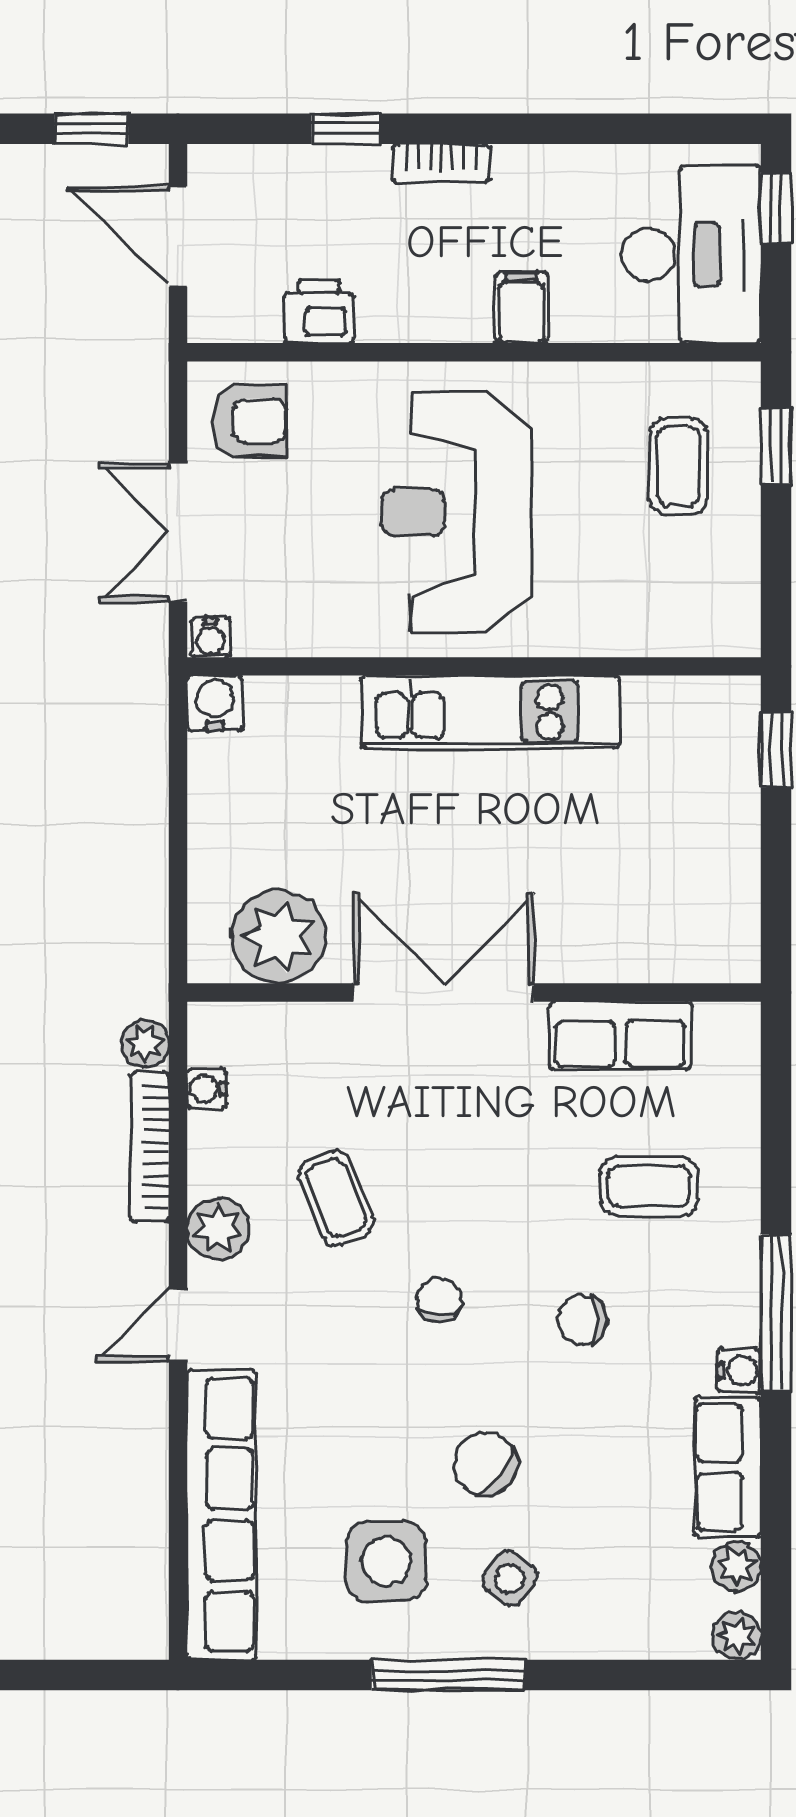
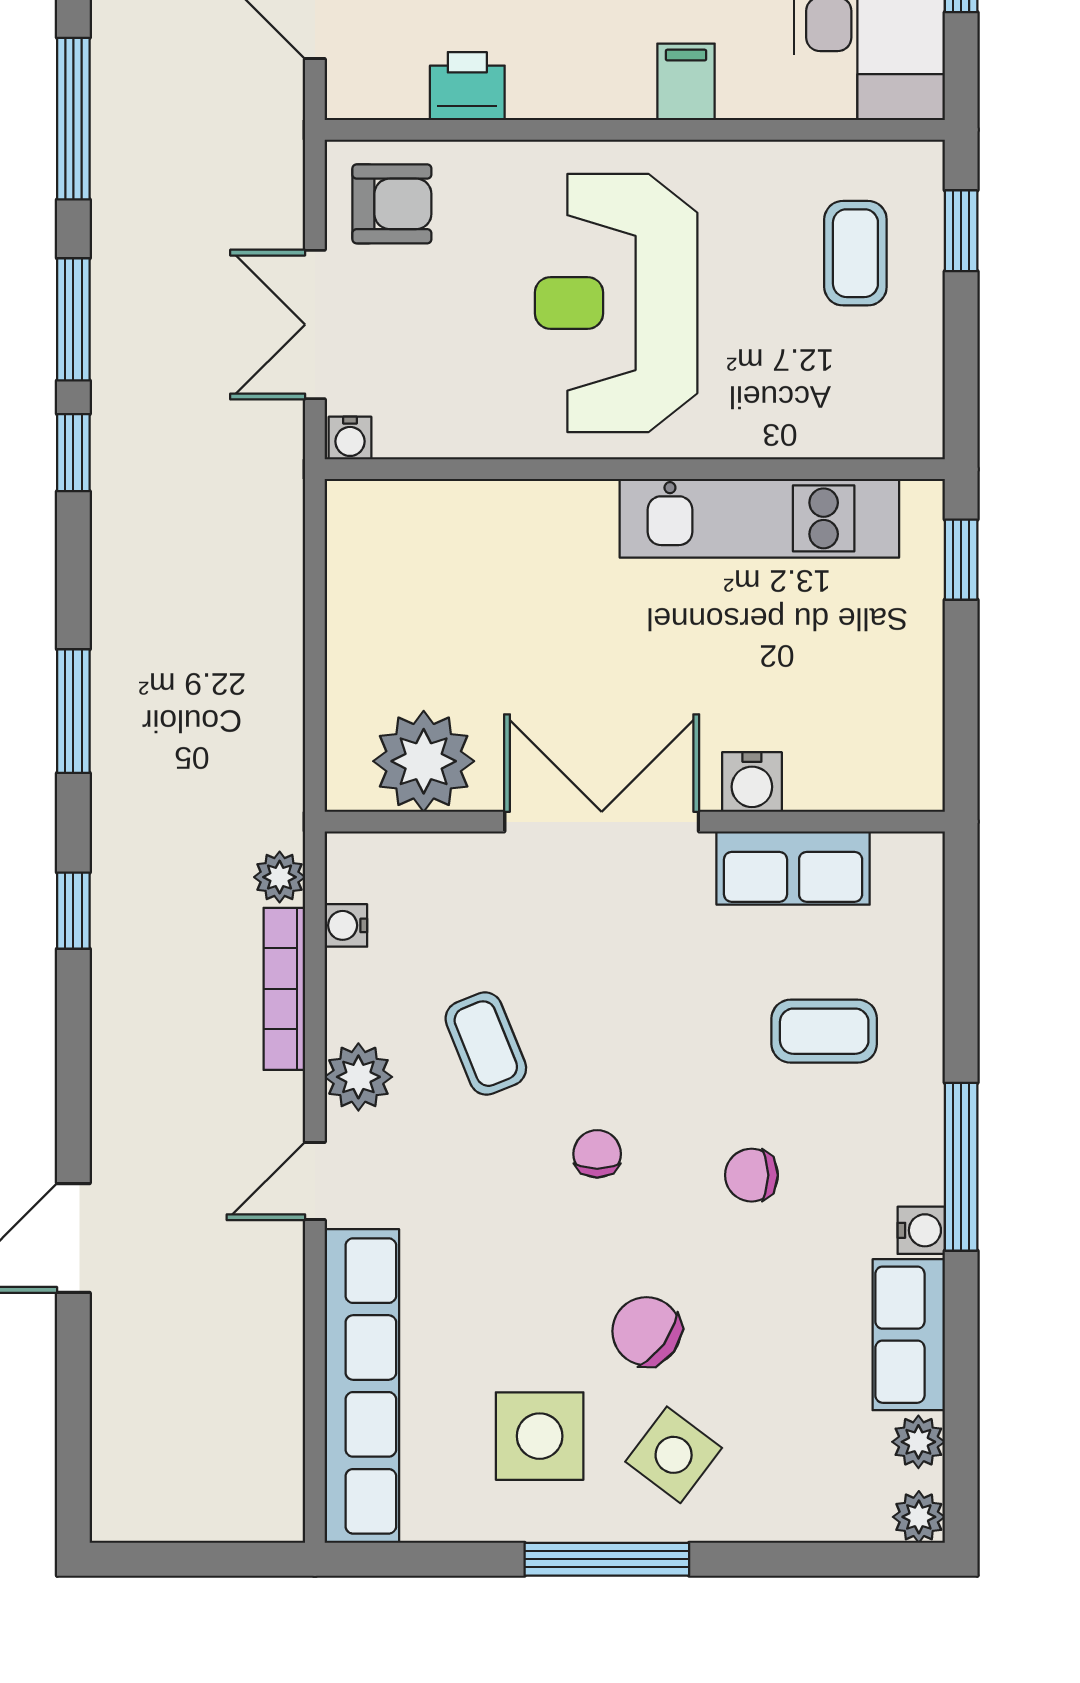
water cooler: (215, 703) -> (752, 782), moved, turned 180
kitchen unit: (490, 712) -> (759, 518), moved
side table: (510, 1578) -> (674, 1455), width x1.37, depth x1.37

